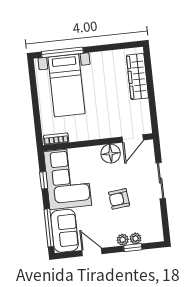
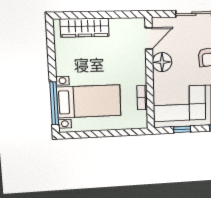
door: (133, 138) -> (149, 38), hinge flipped
bookcase: (56, 139) -> (142, 98), moved

